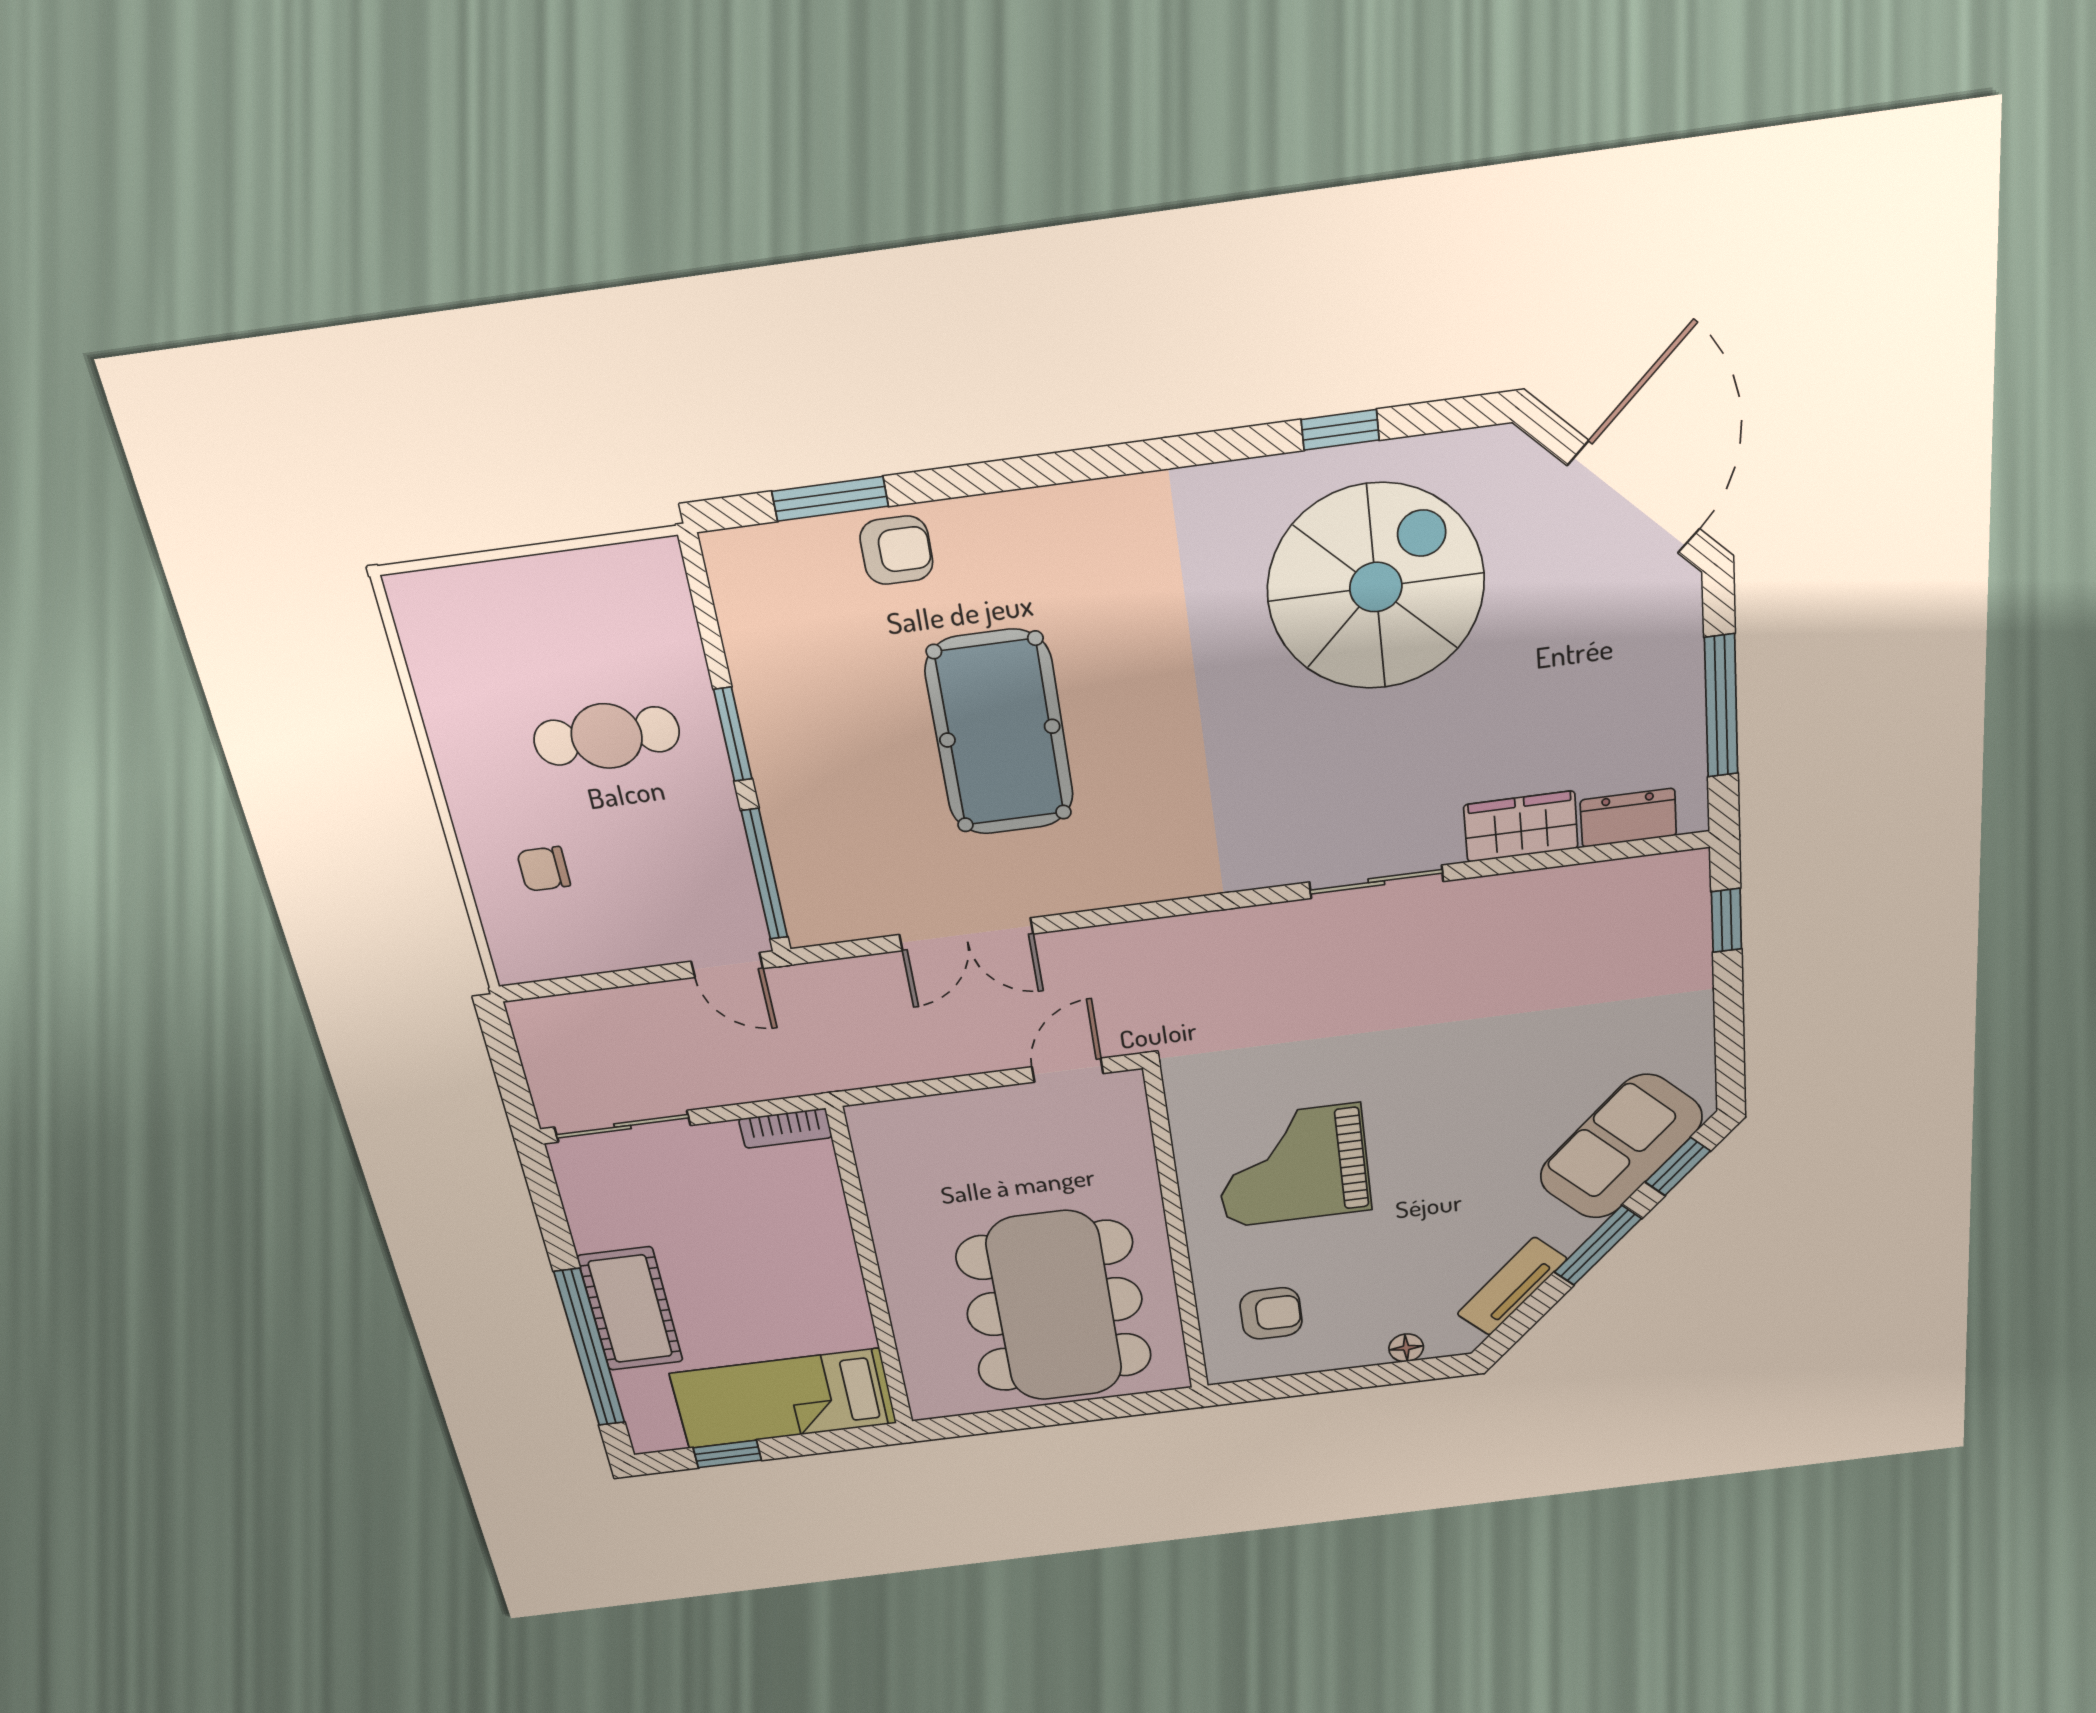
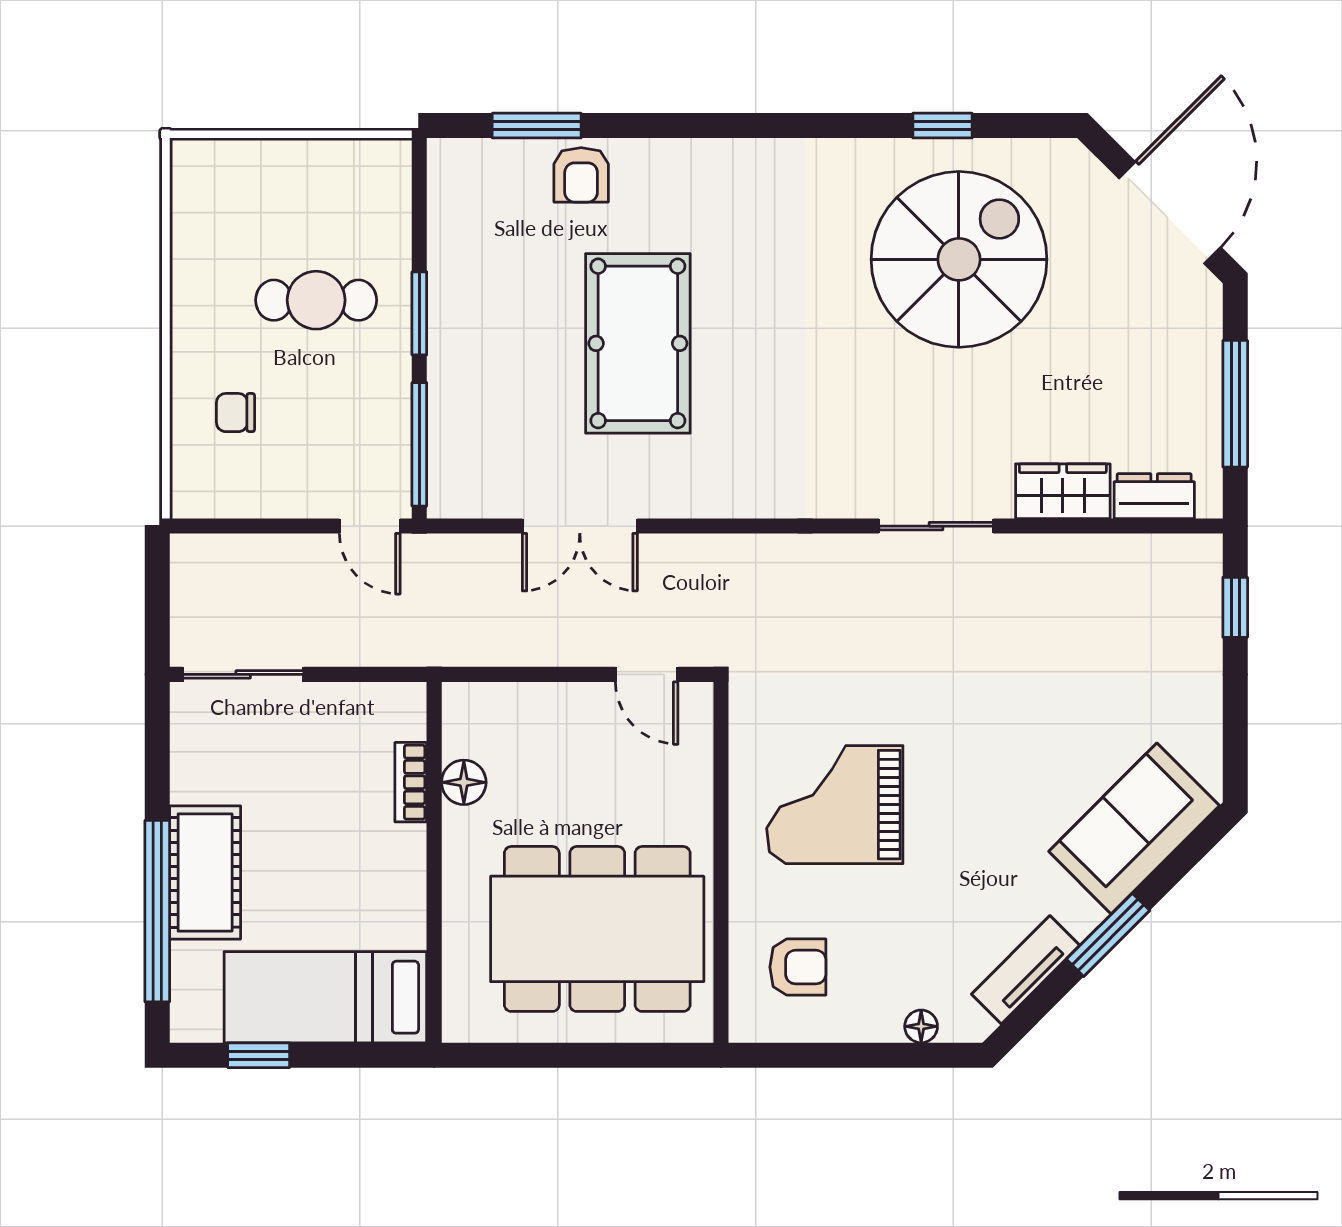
armchair: (896, 550) -> (581, 175), turned 90
door: (1068, 1070) -> (647, 674), swing flipped
bookcase: (785, 1128) -> (411, 782), moved, turned 90
window: (1678, 1167) -> (1185, 858), removed
floor lamp: (887, 1195) -> (464, 782), added
dining table: (1055, 1307) -> (597, 929), turned 90

